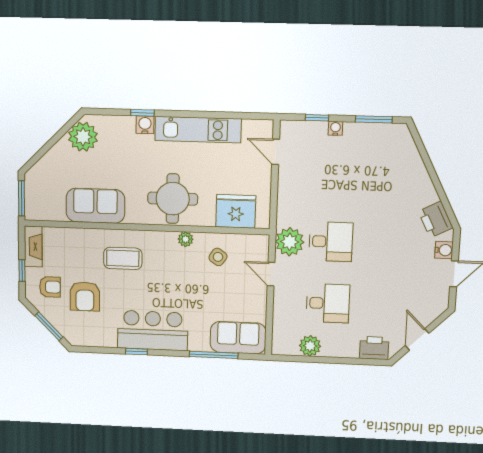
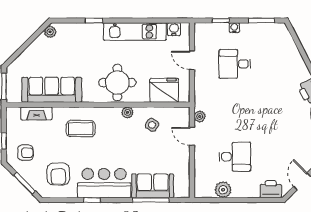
water cooler: (145, 125) -> (174, 29), moved
plant: (83, 137) -> (50, 32), width x0.53, depth x0.53
door: (276, 152) -> (192, 60), moved
sofa: (95, 206) -> (52, 90), width x1.36
plant: (290, 242) -> (200, 117), width x0.53, depth x0.53
desk: (331, 242) -> (235, 64), moved, turned 180
fireplace: (33, 247) -> (36, 113), moved, turned 90
armchair: (85, 296) -> (58, 174), moved
sofa: (238, 338) -> (153, 186), moved

